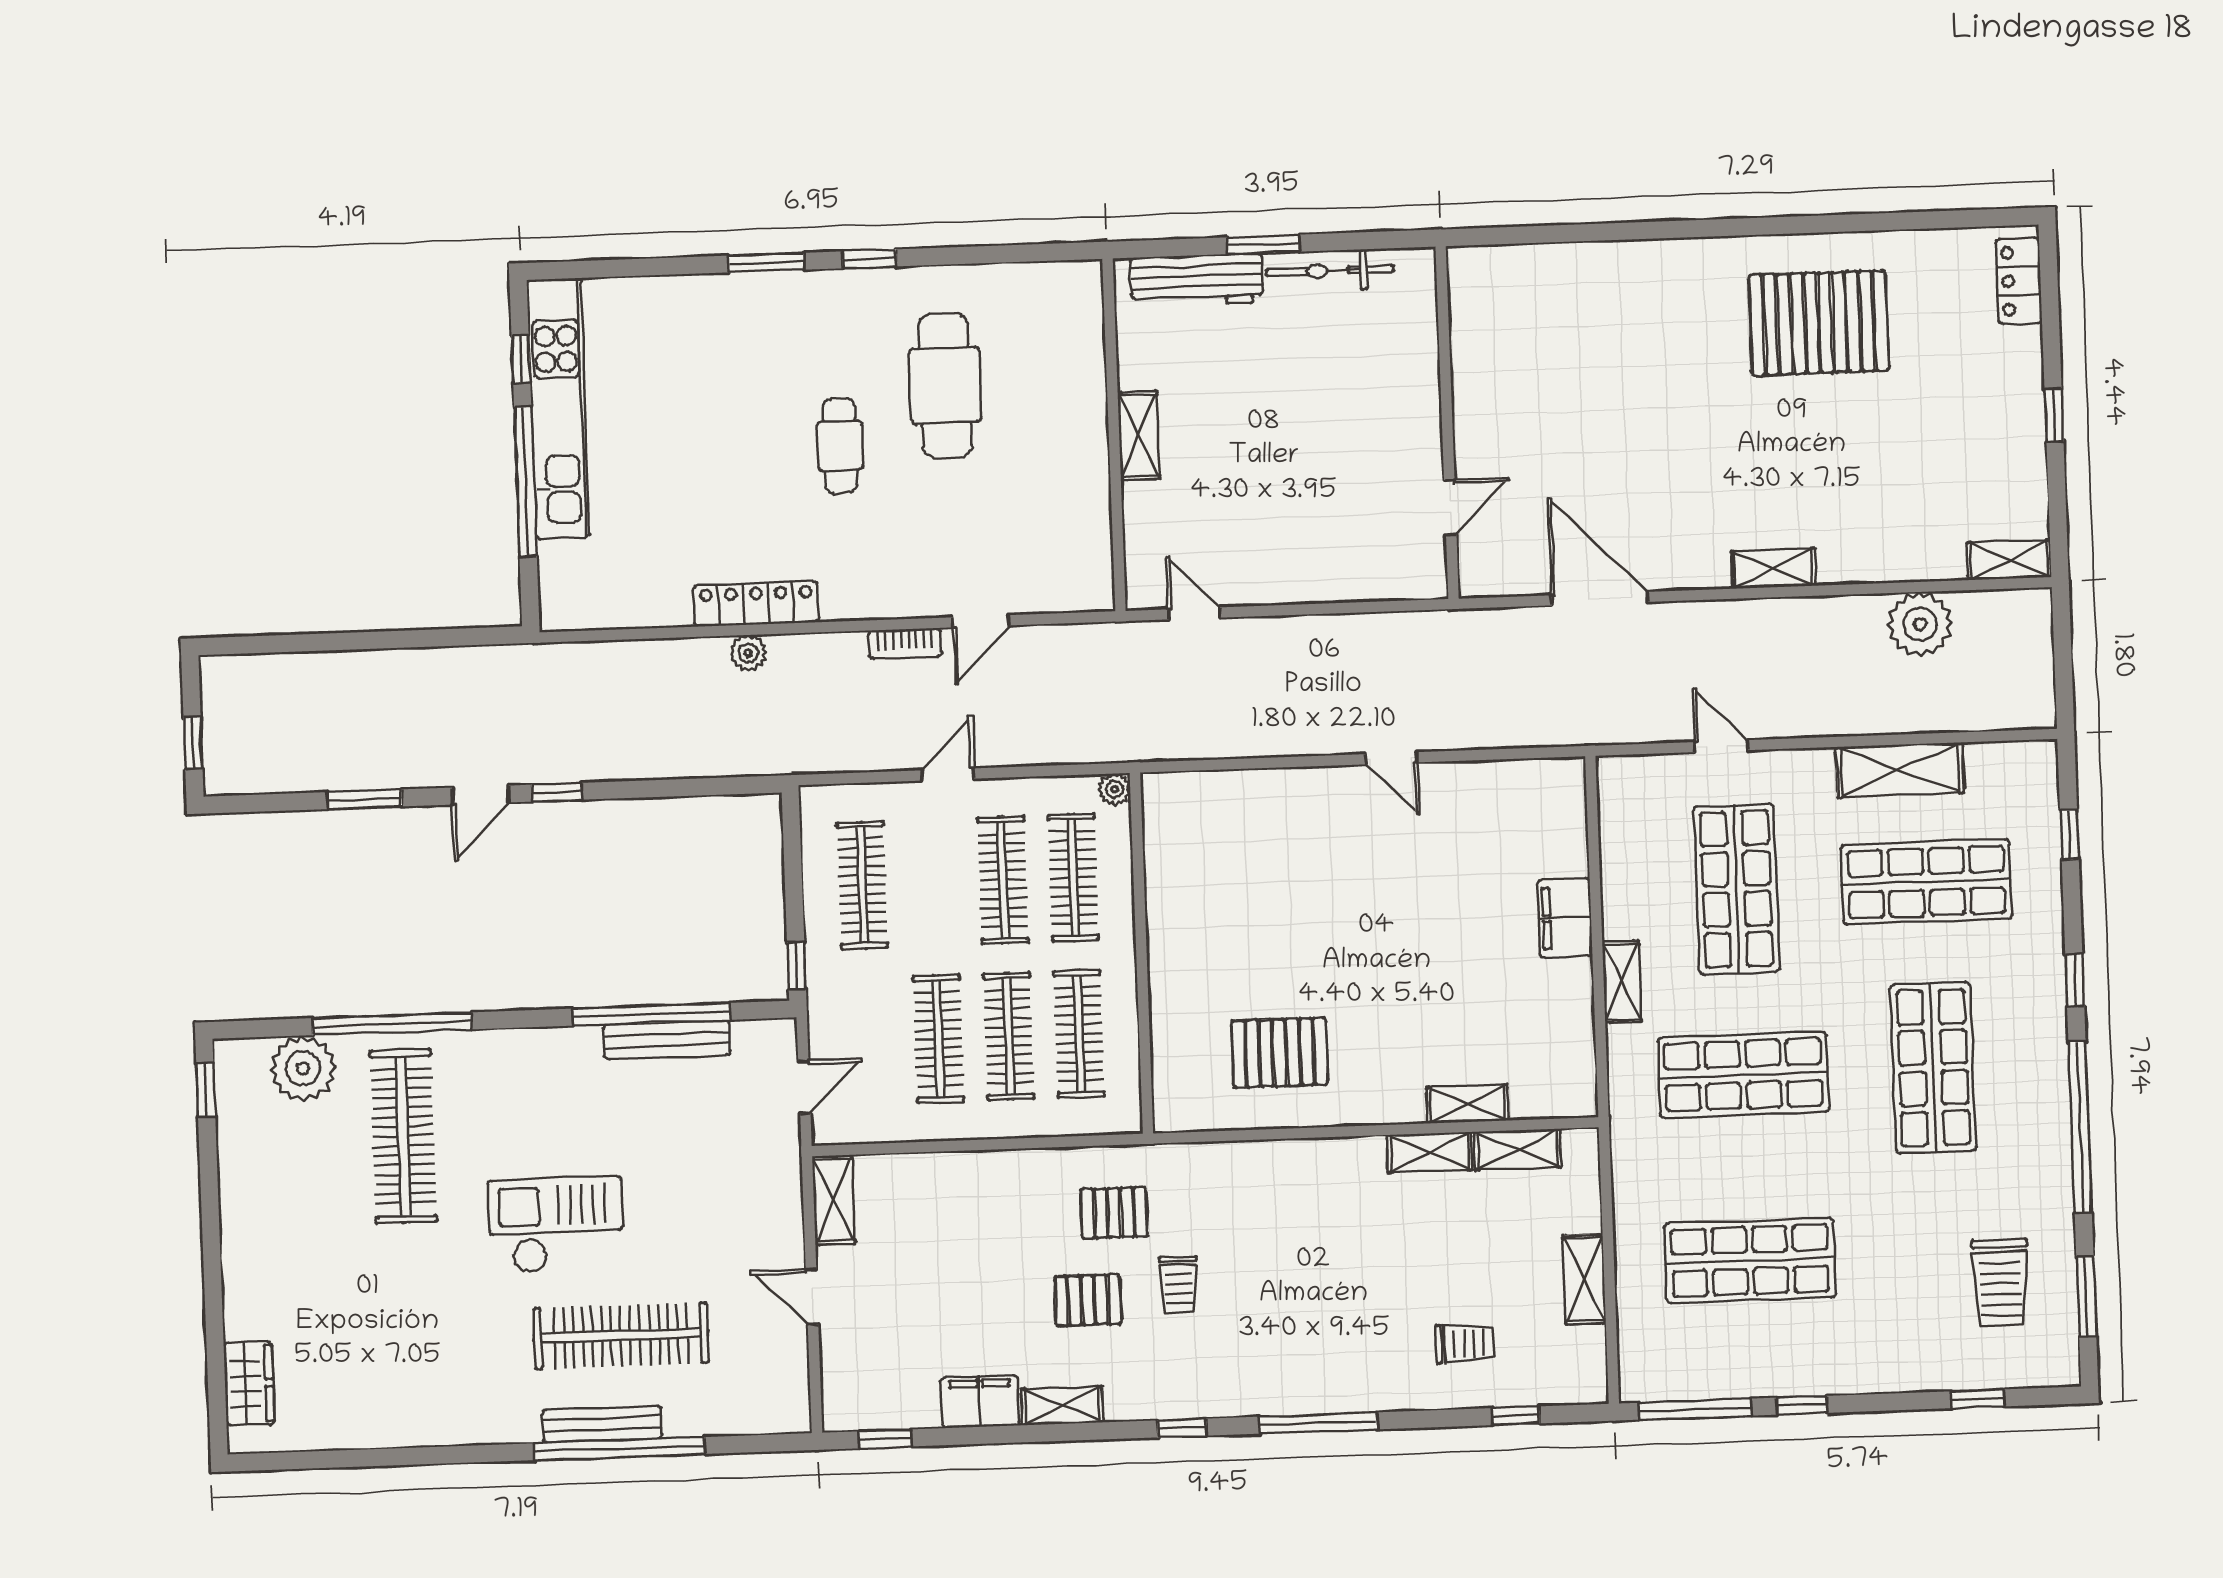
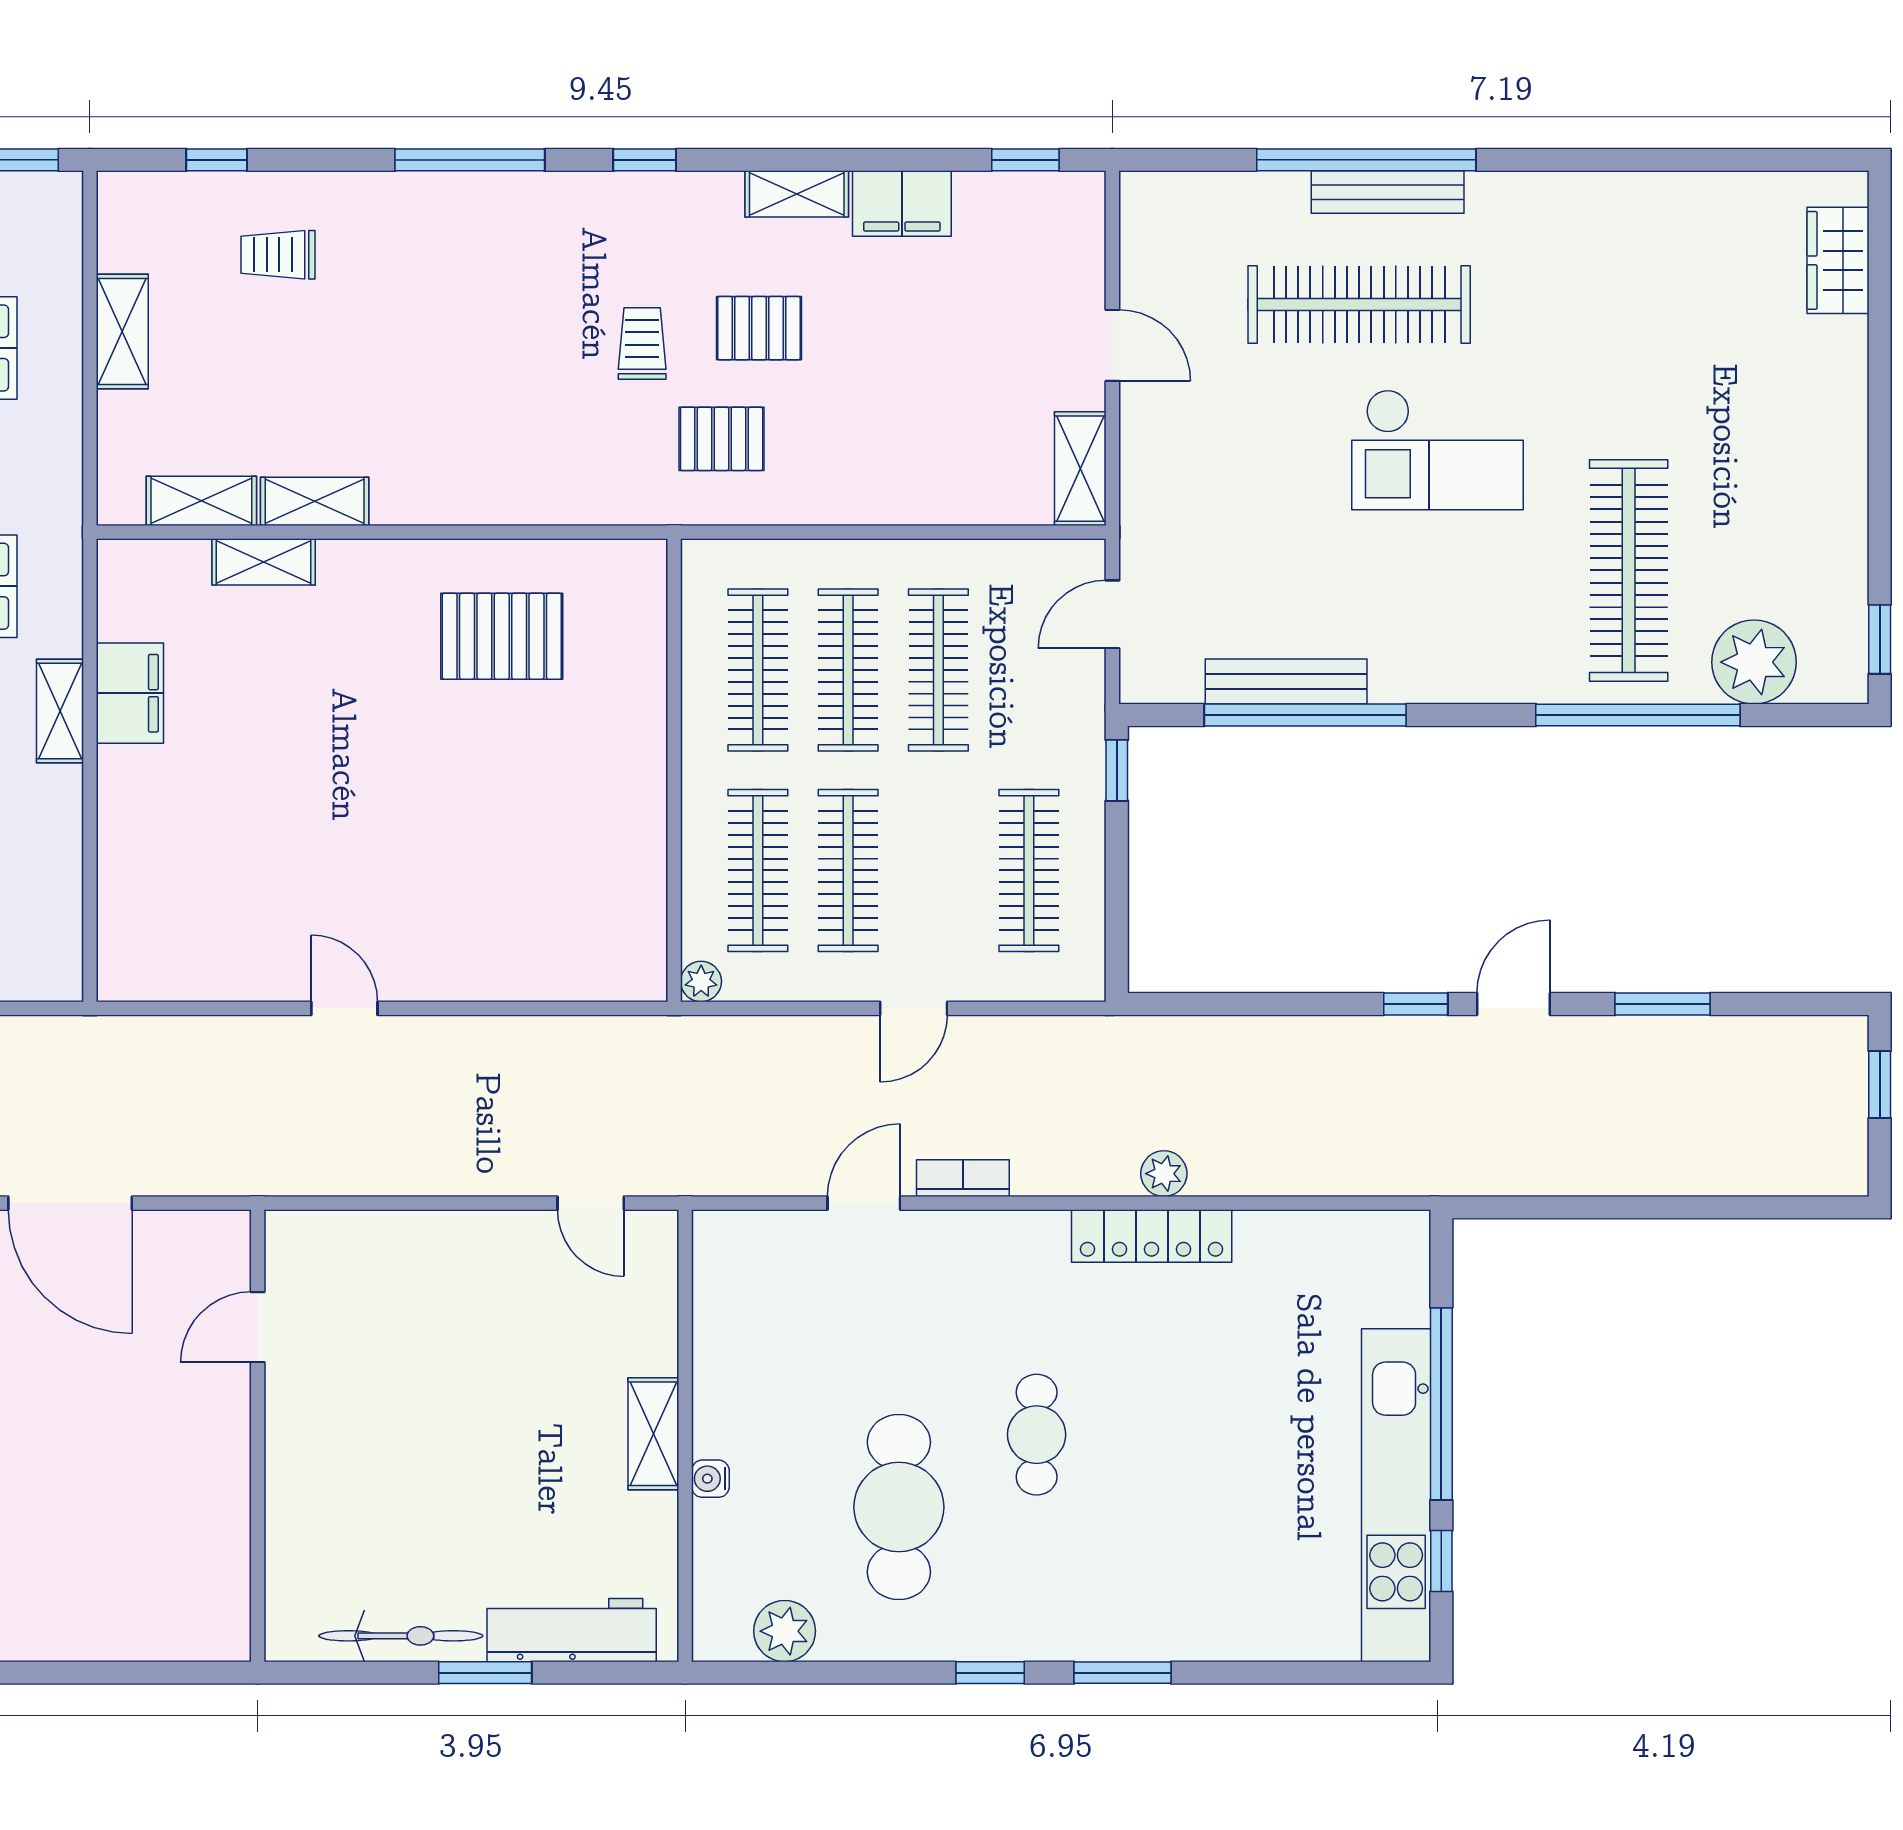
plant: (1031, 285) -> (785, 1631), added
water cooler: (1093, 402) -> (710, 1479), added
filing cabinet: (1565, 918) -> (130, 693), moved

